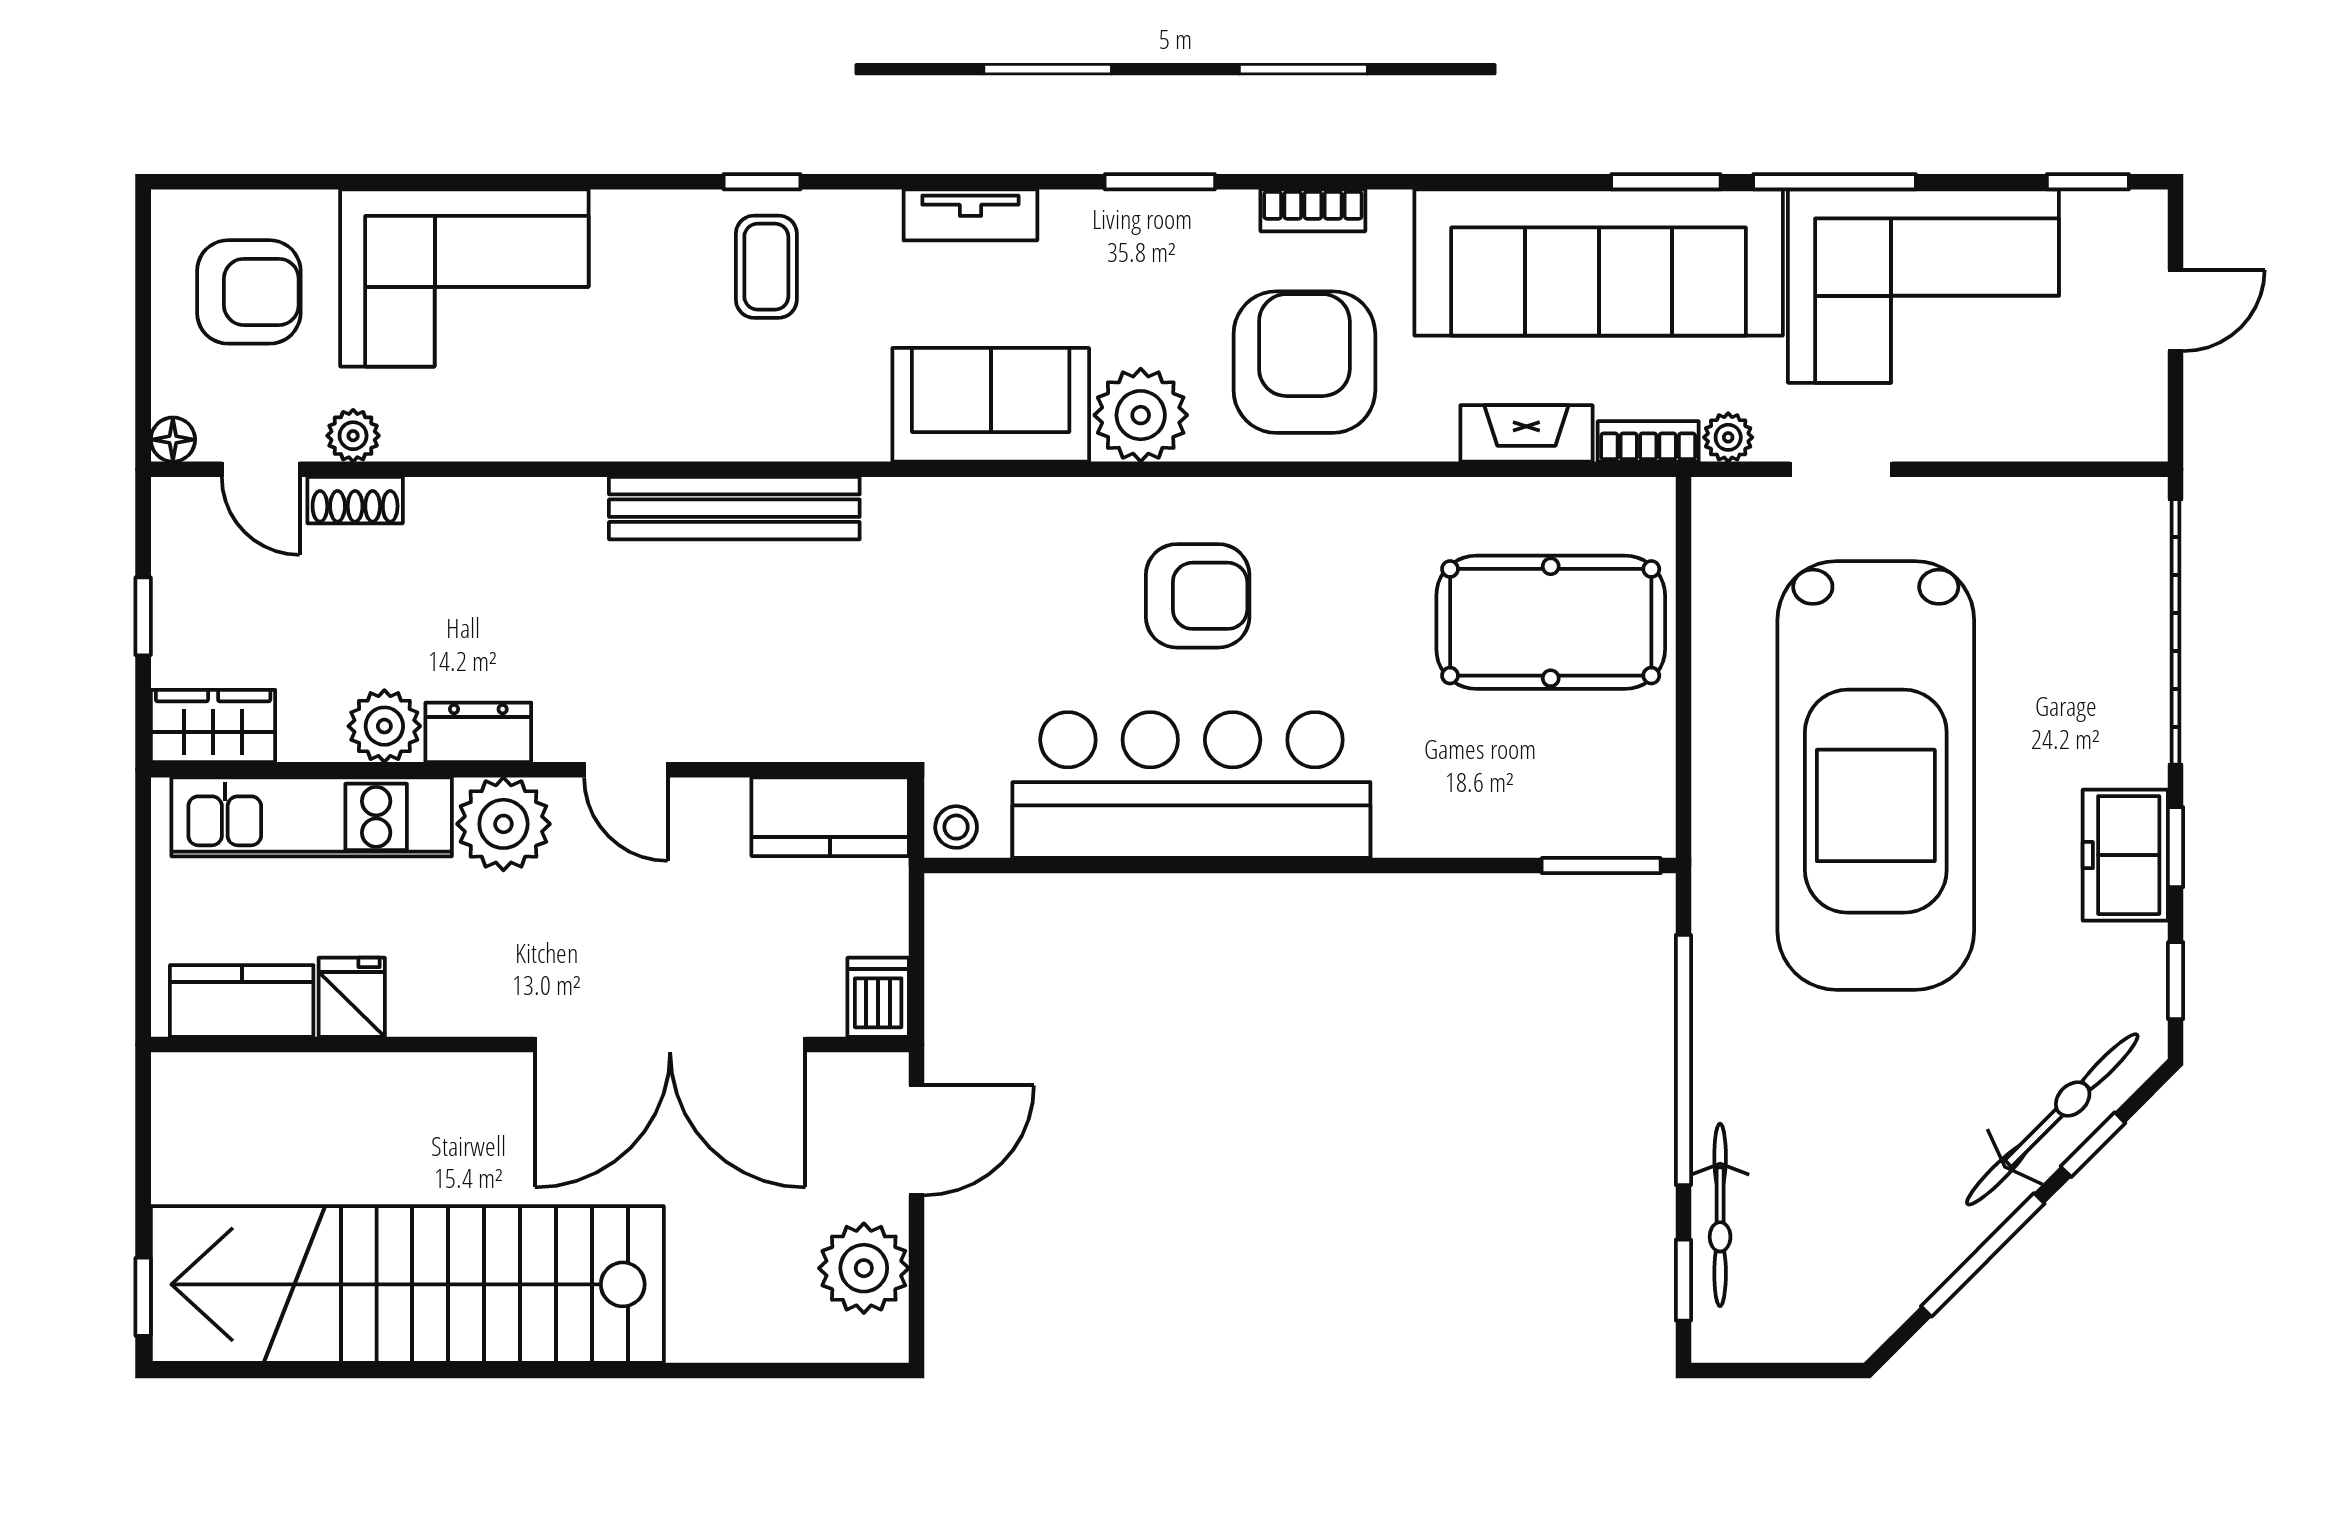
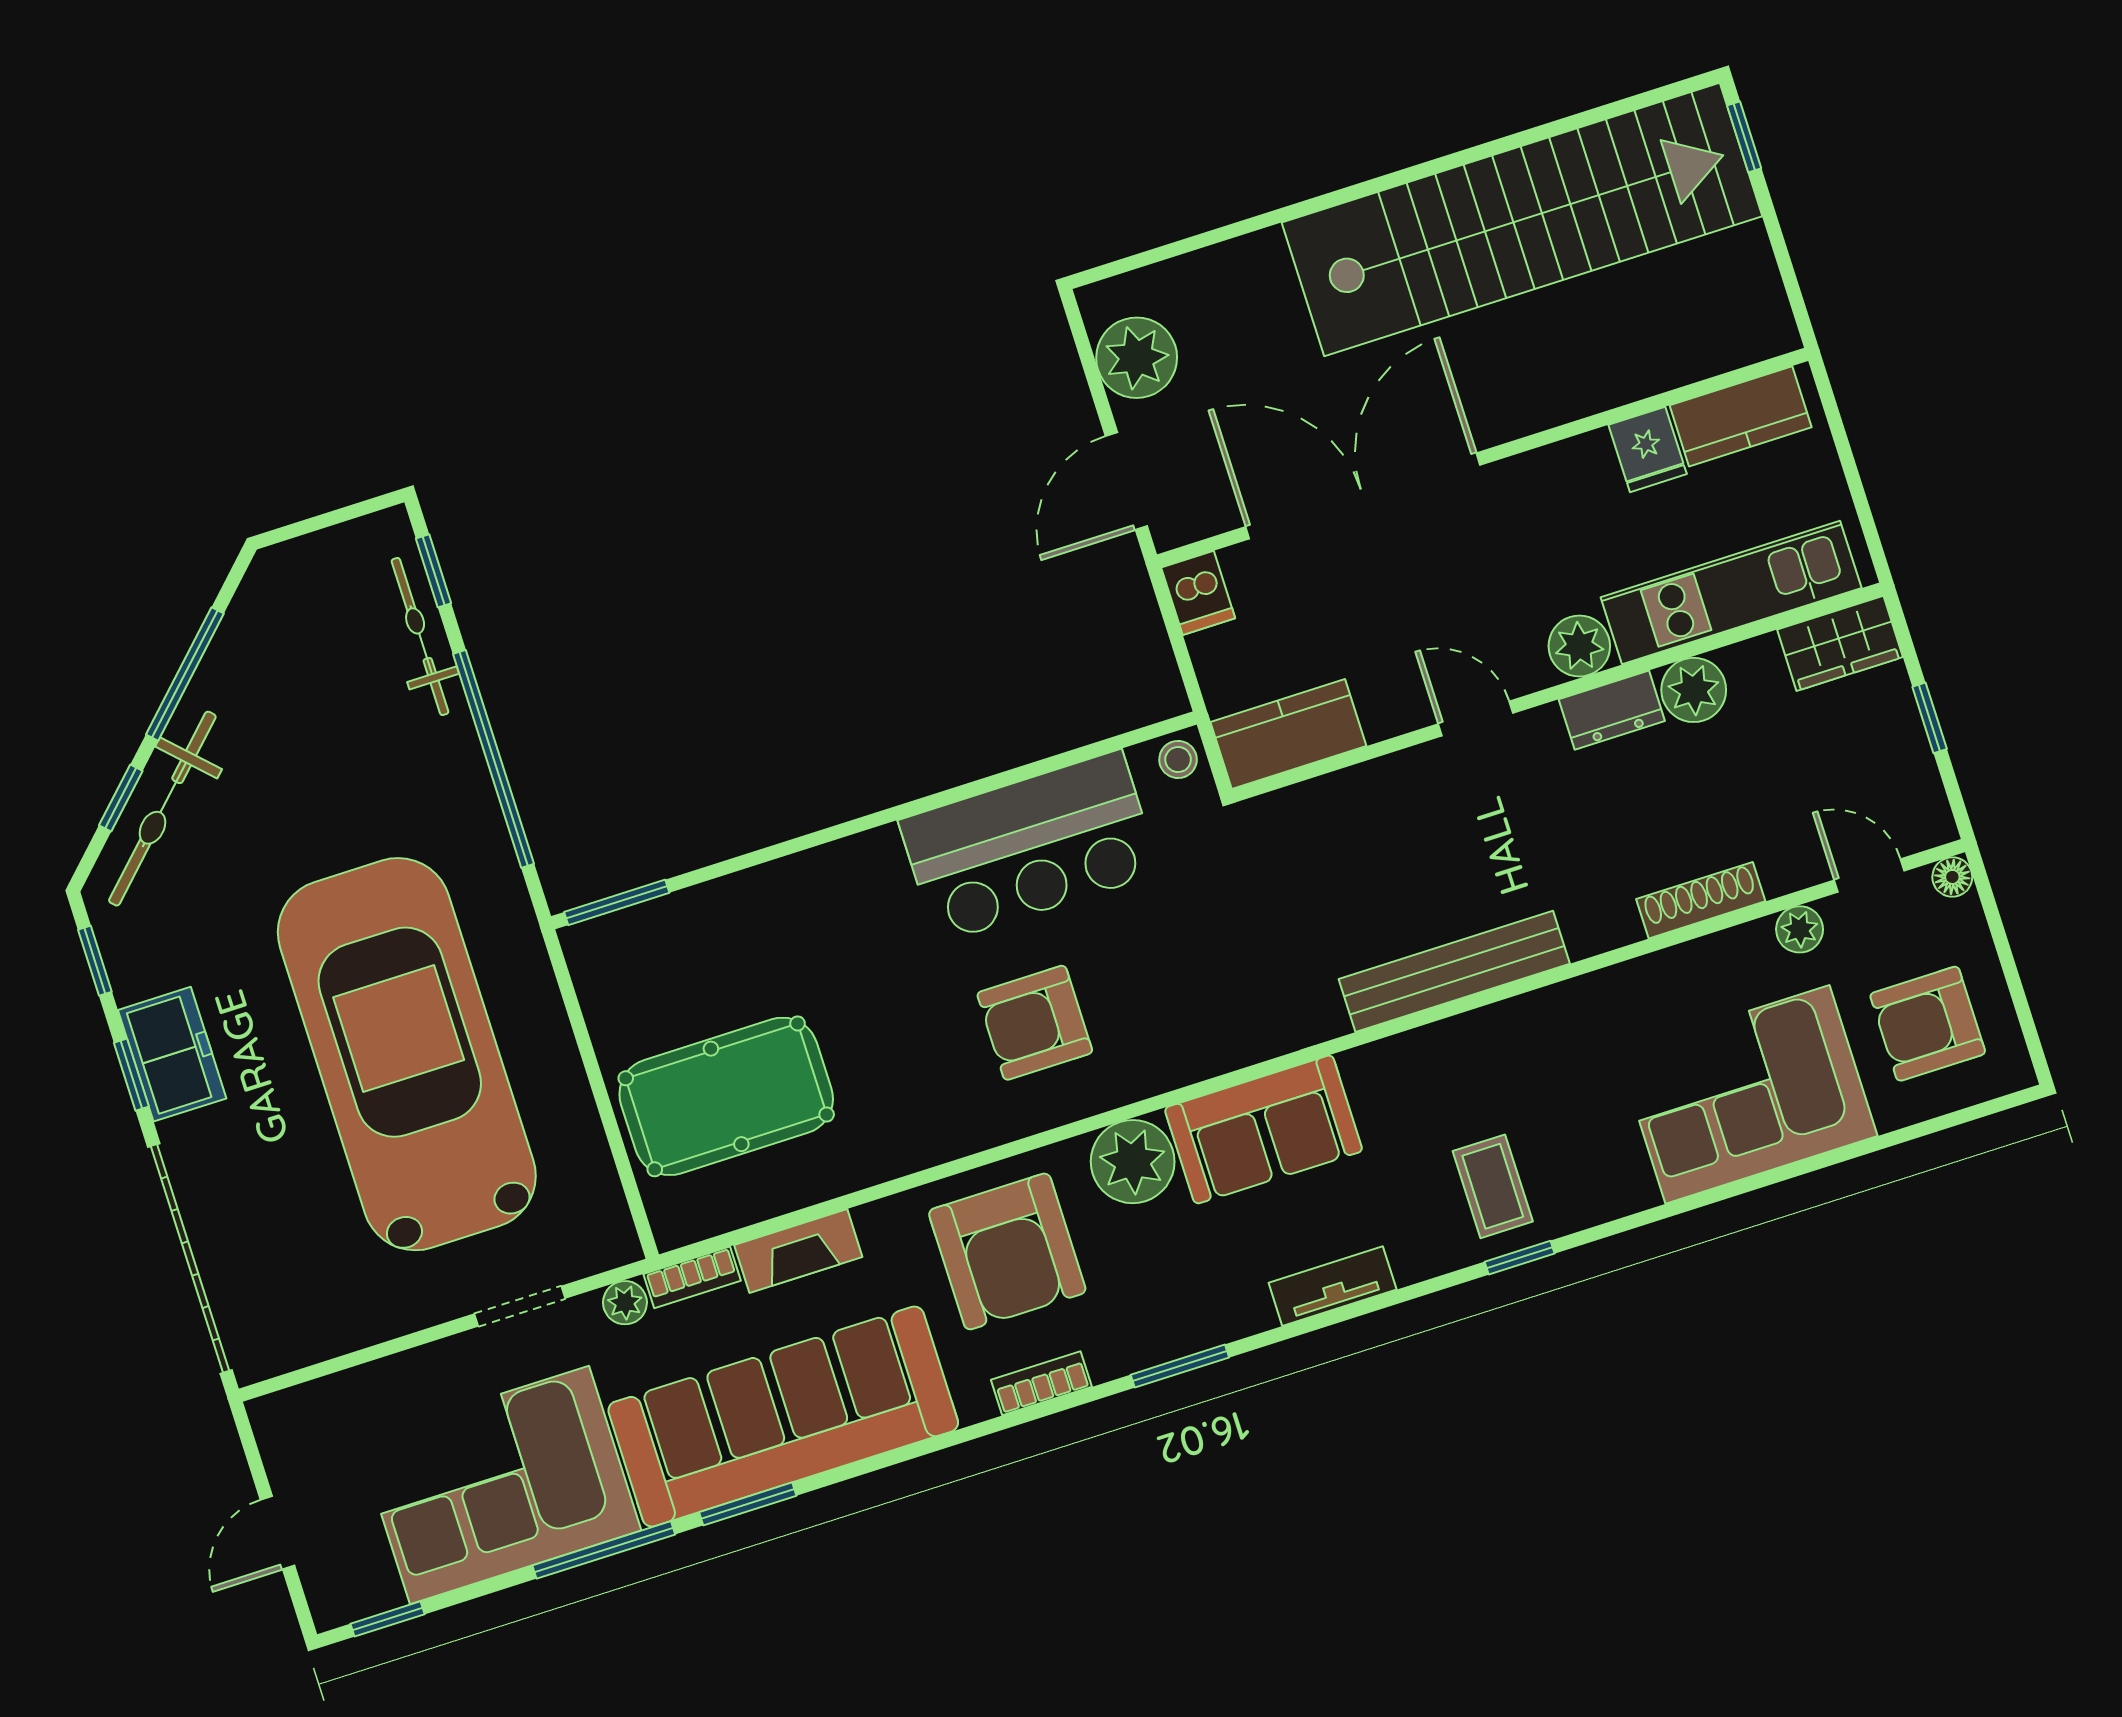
shoe rack: (355, 500) -> (1701, 900), moved, width x1.43
bar counter: (1191, 785) -> (1029, 847), width x0.73
plant: (503, 824) -> (1579, 646), width x0.73, depth x0.73

